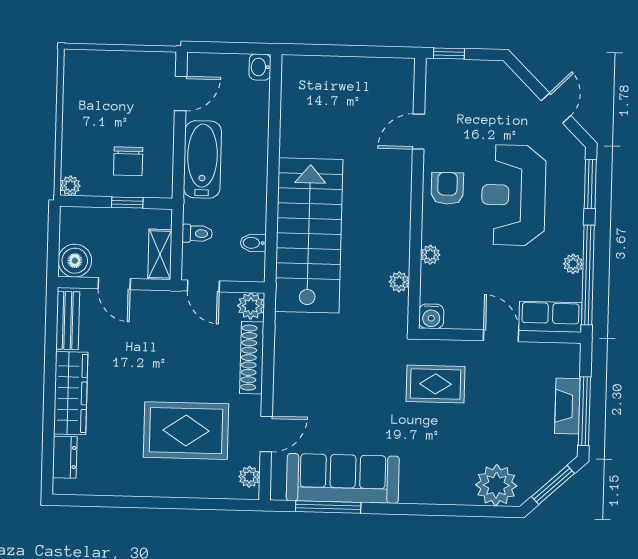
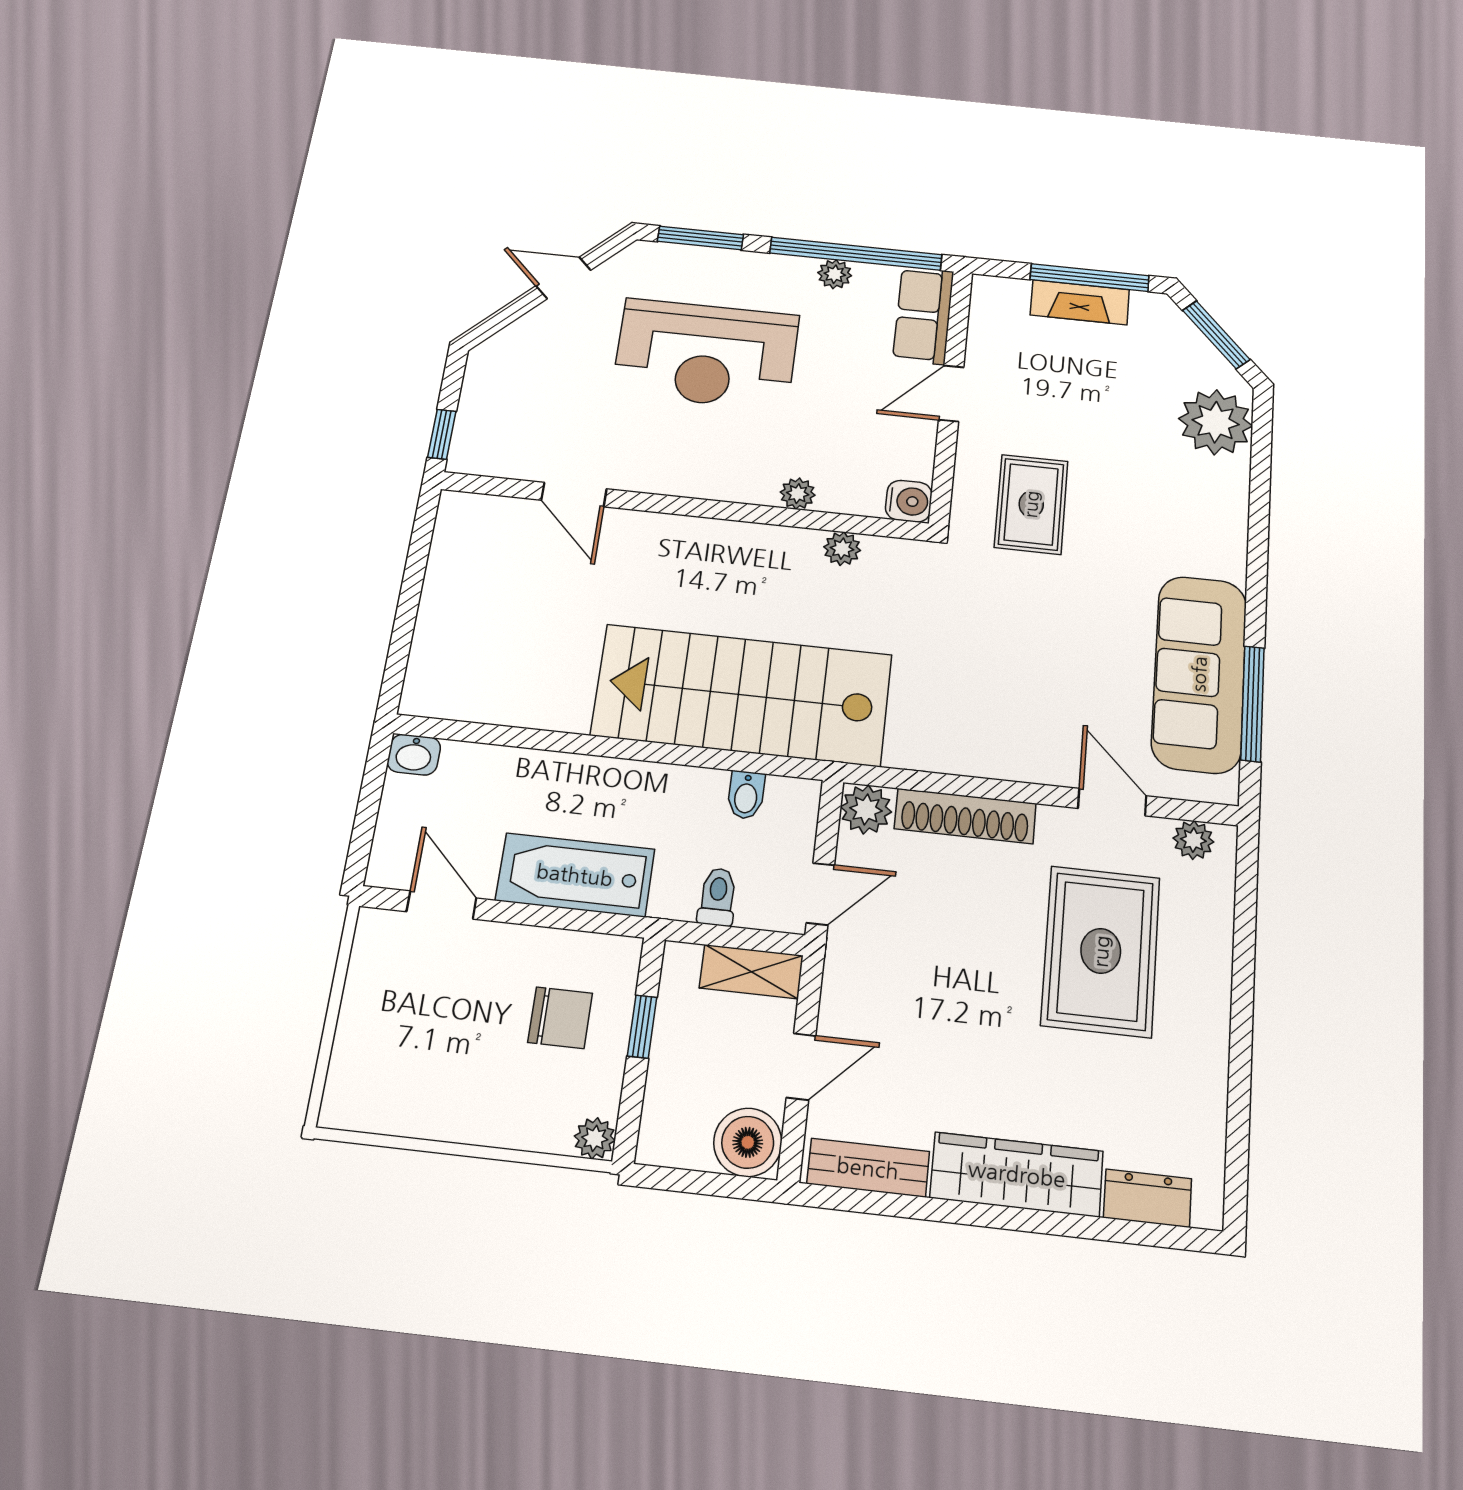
armchair: (447, 188) -> (682, 457), removed

